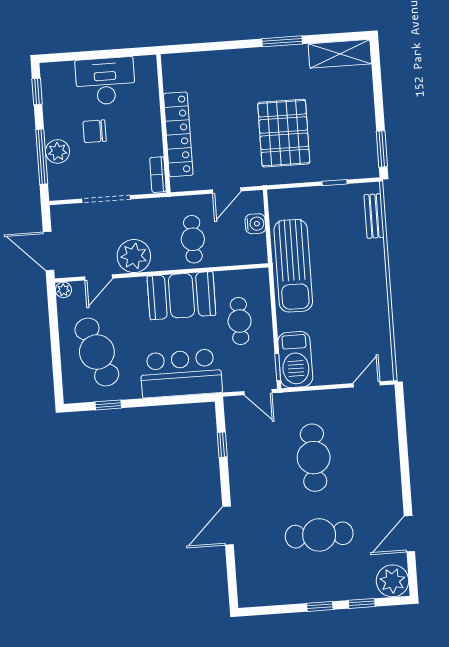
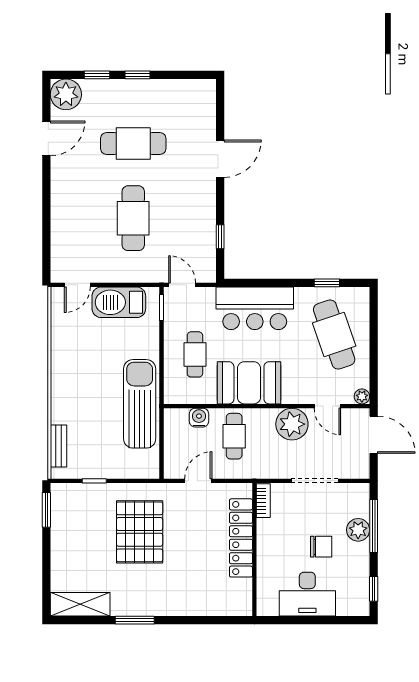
water cooler: (255, 224) -> (199, 418), moved, turned 90
door: (99, 277) -> (327, 406), swing flipped
barbecue: (295, 360) -> (119, 302), moved, turned -90

